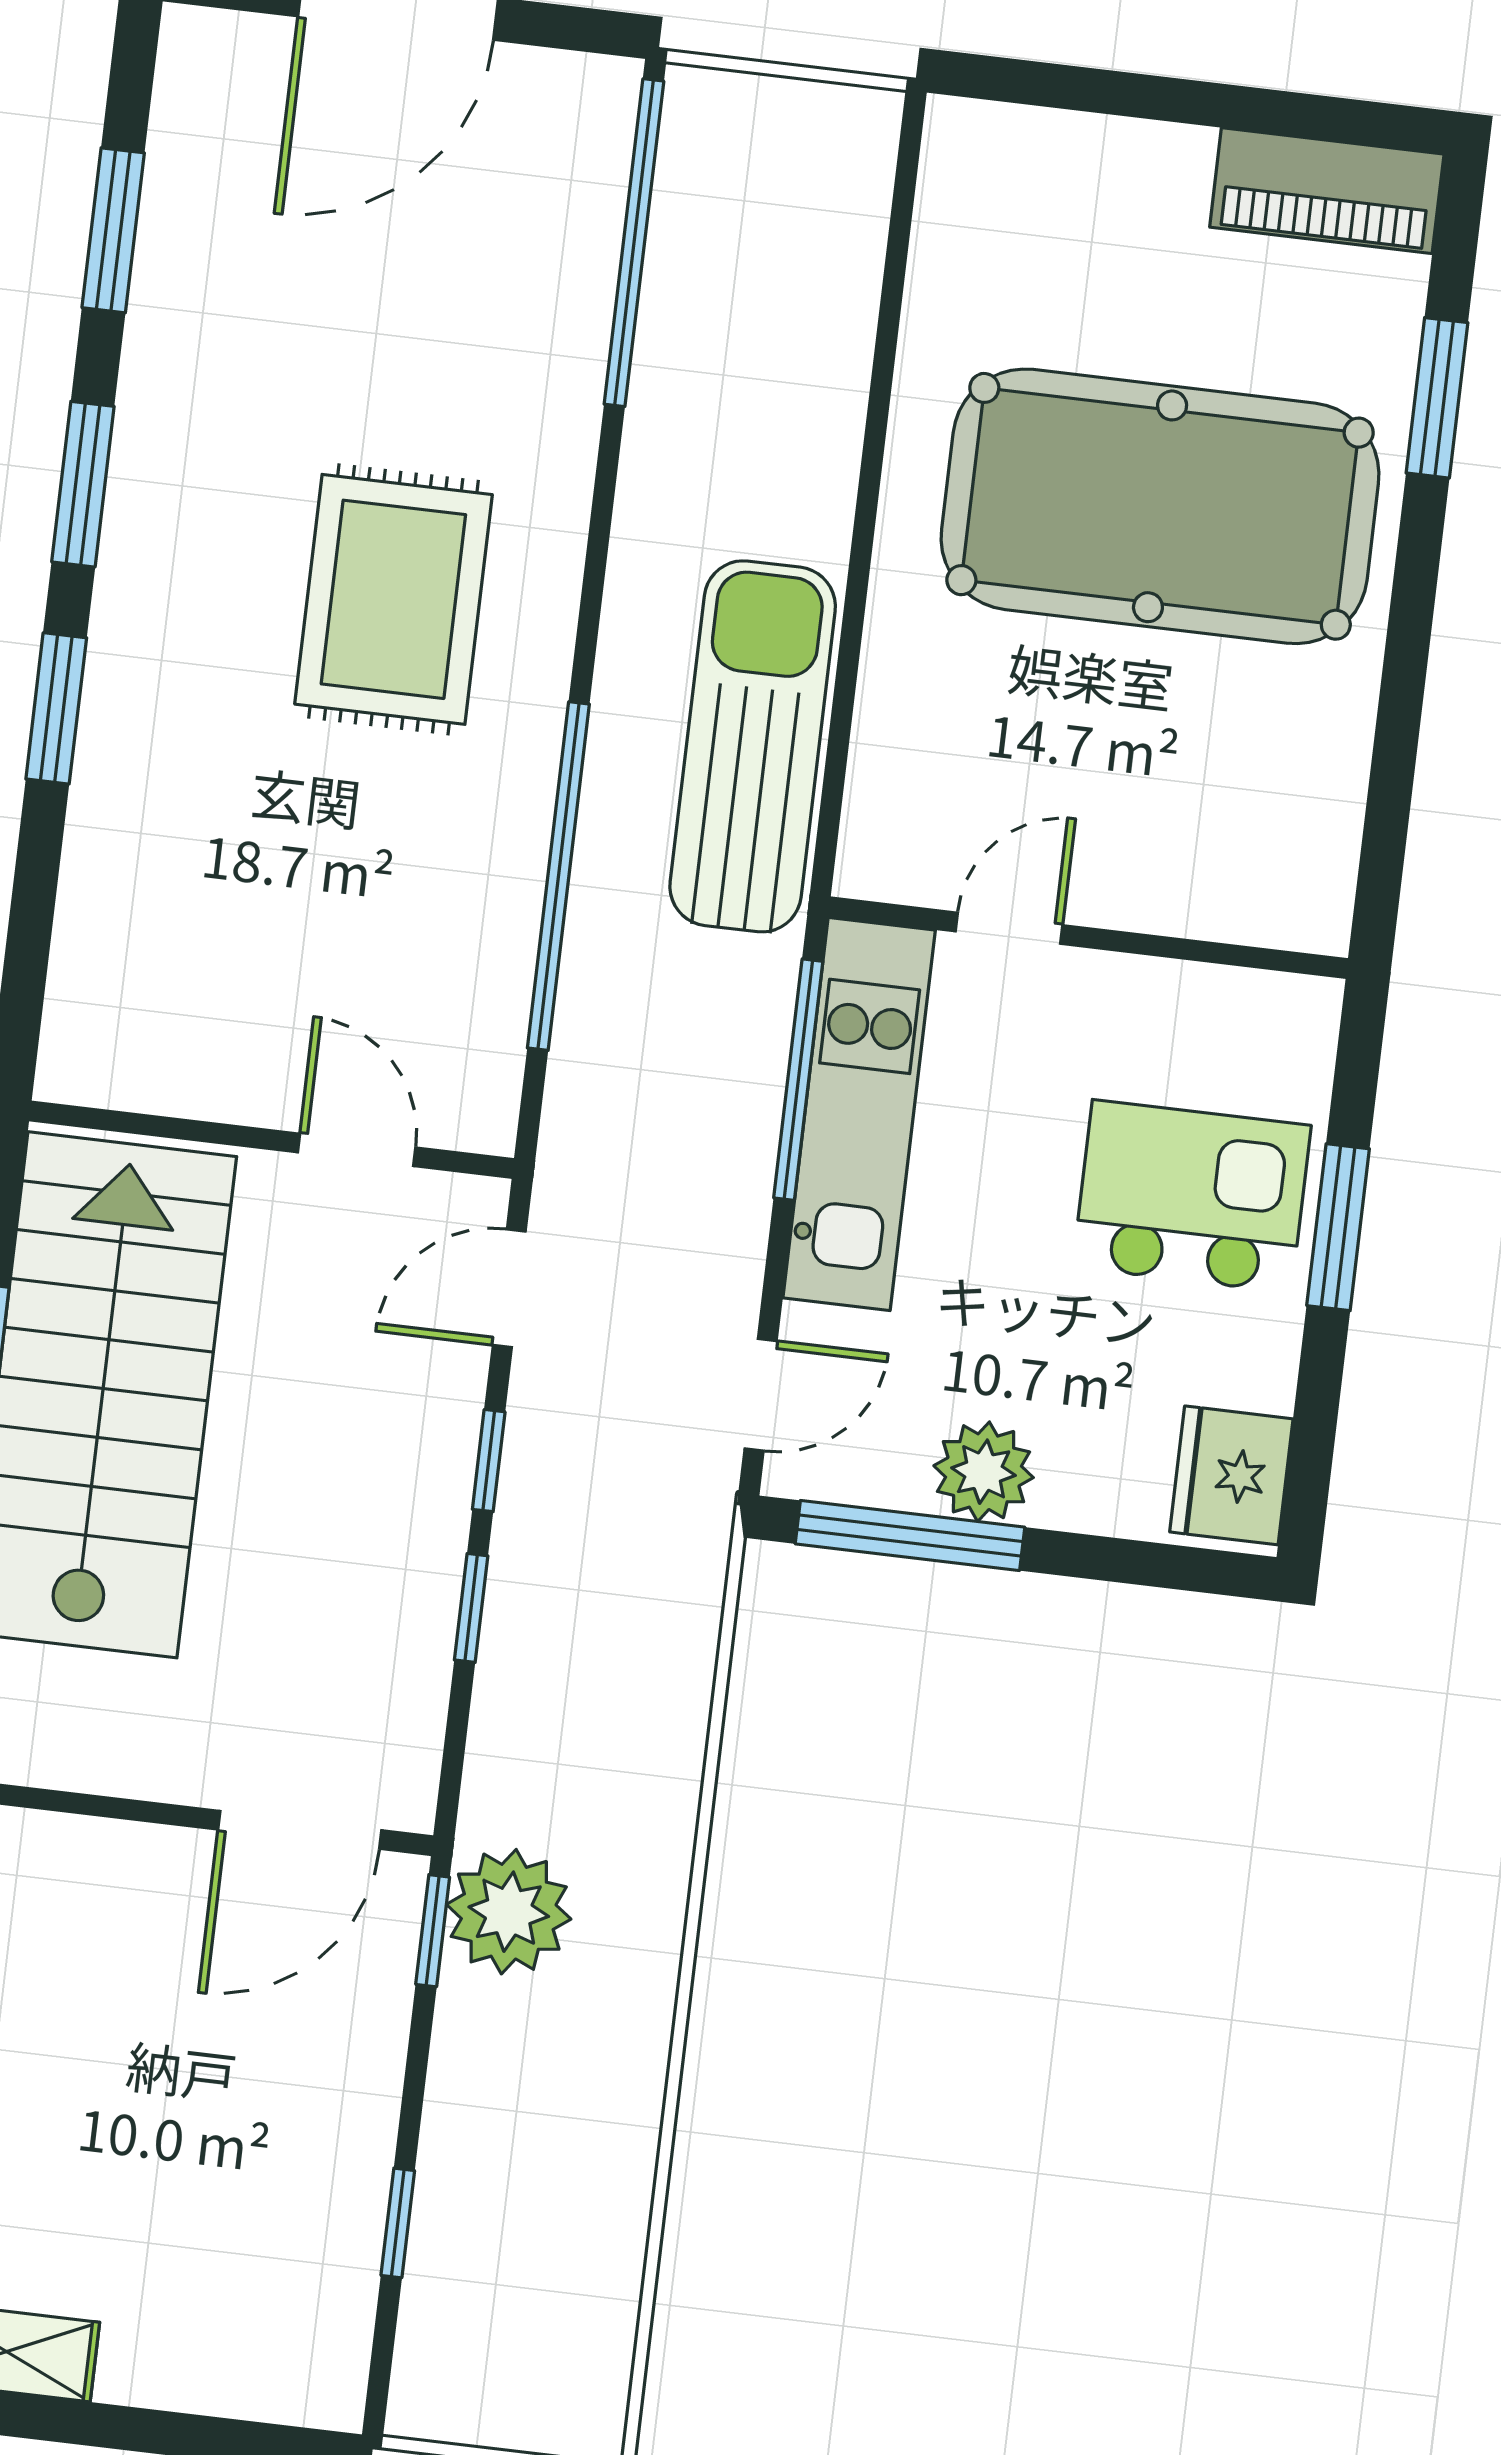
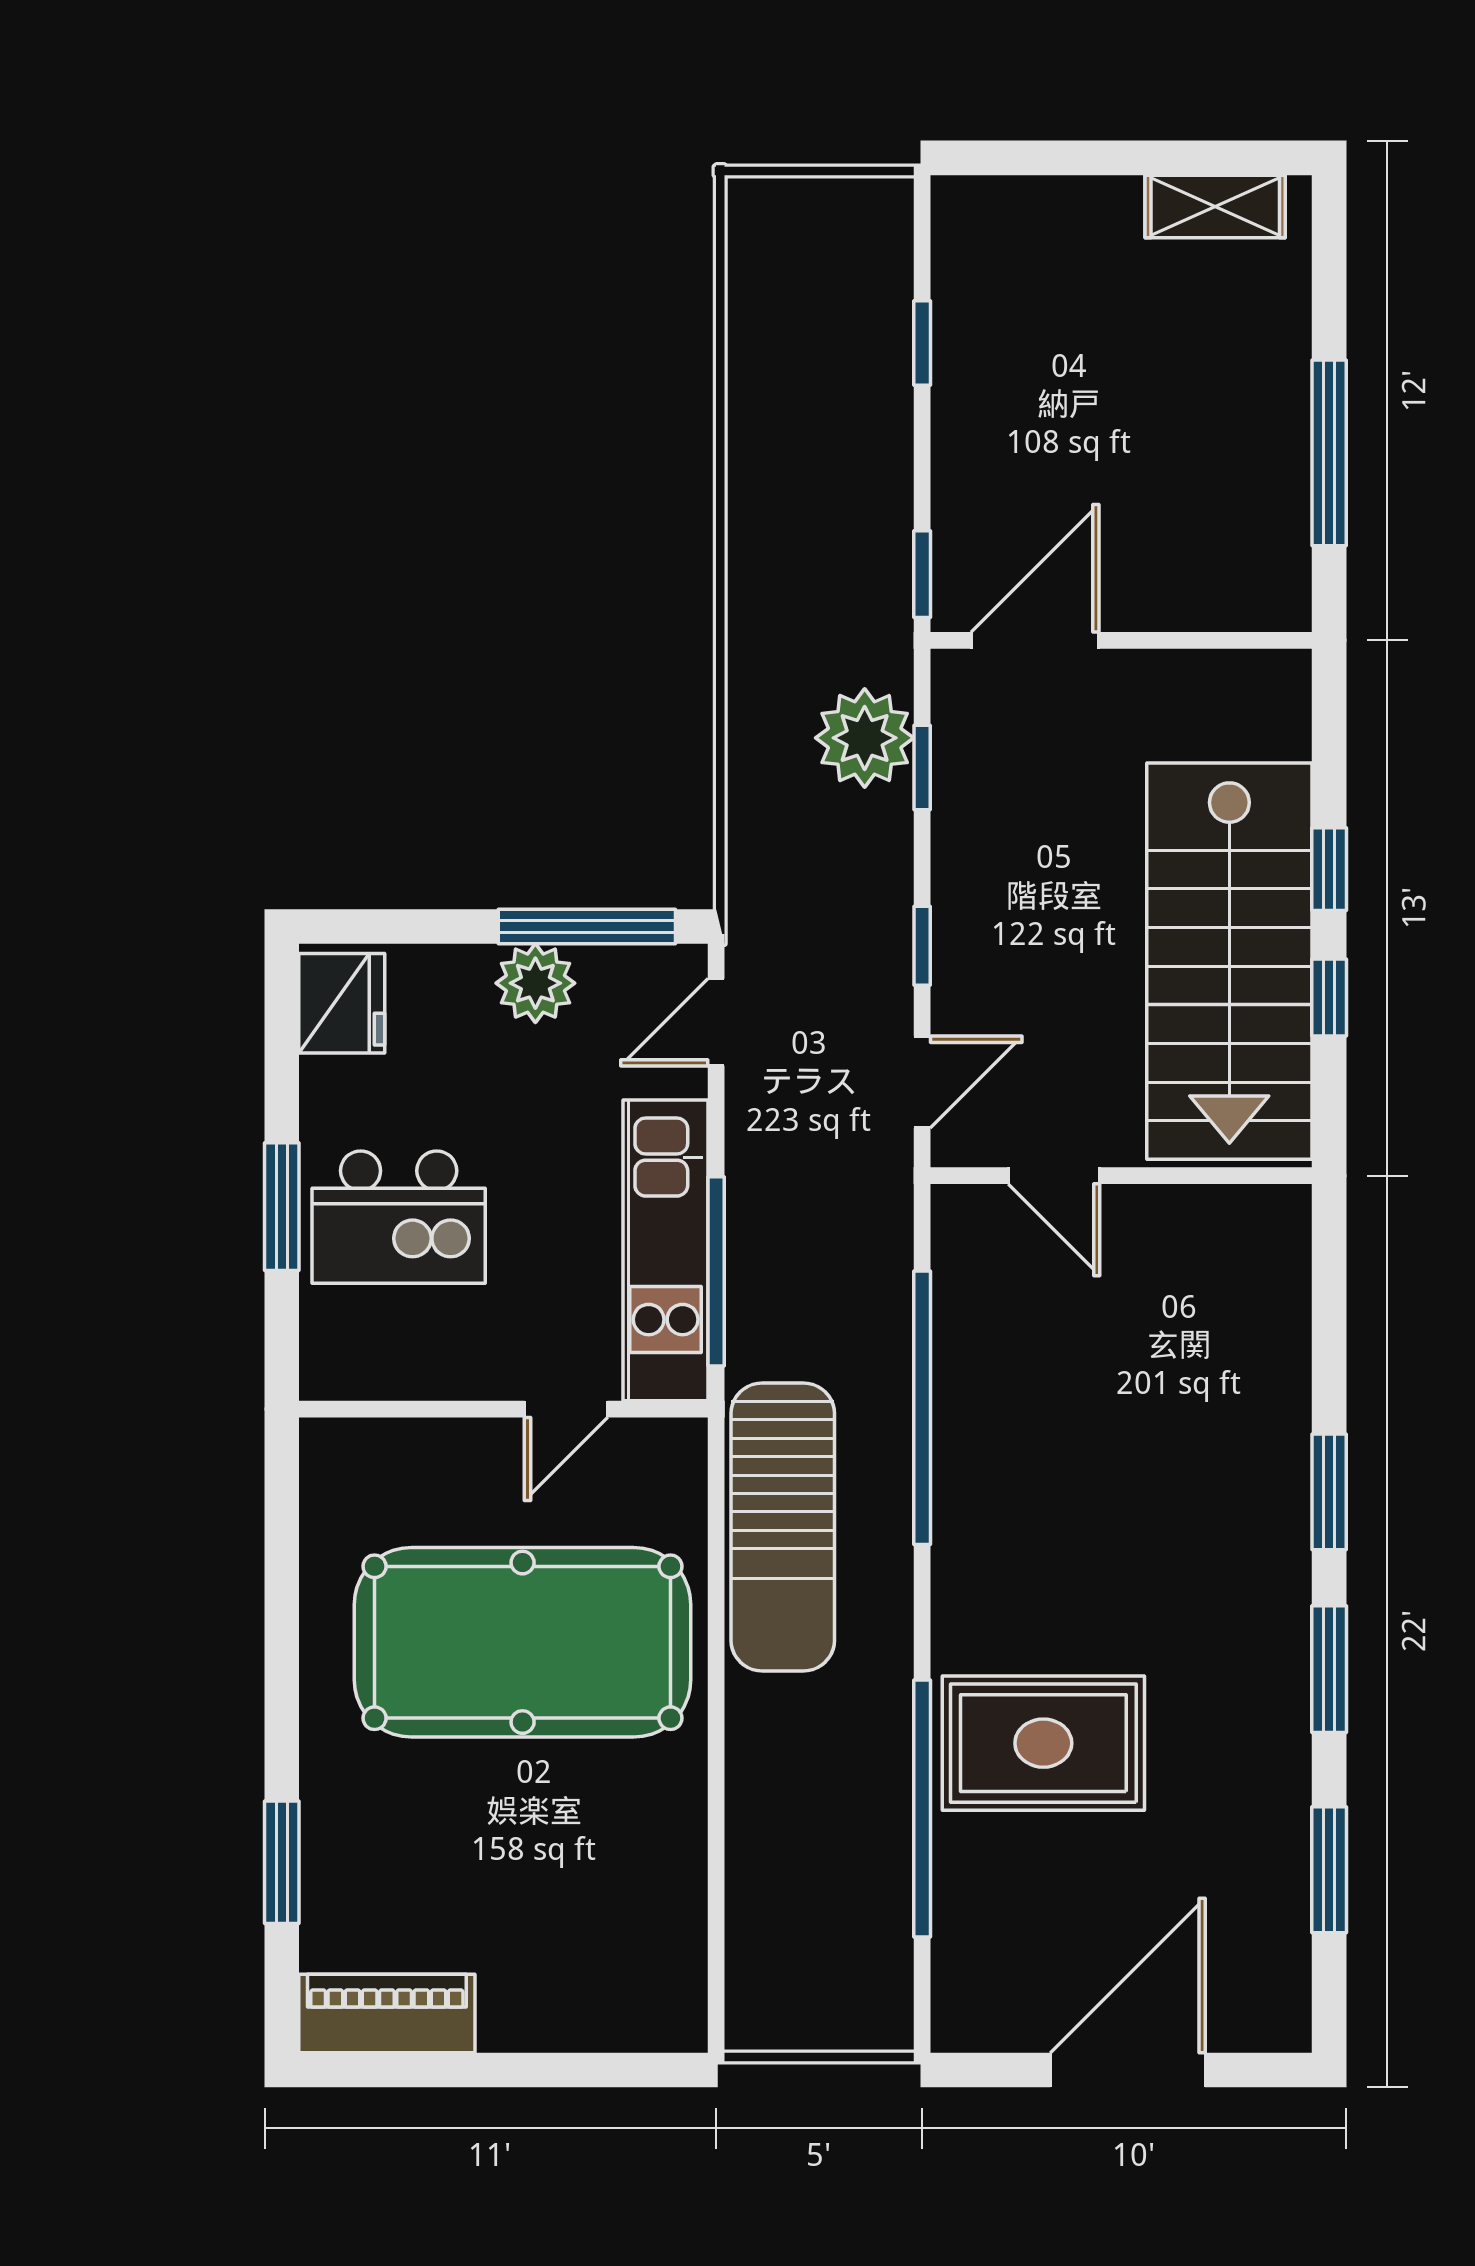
window: (634, 243) -> (922, 1808), moved
pool table: (1160, 506) -> (523, 1642), moved
rug: (393, 599) -> (1043, 1743), moved, turned 90
window: (471, 1608) -> (922, 767), moved
plant: (509, 1912) -> (865, 738), moved

